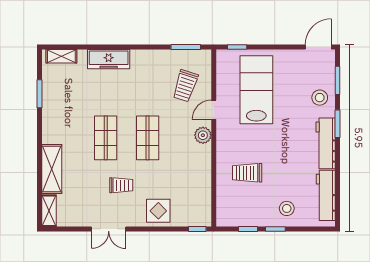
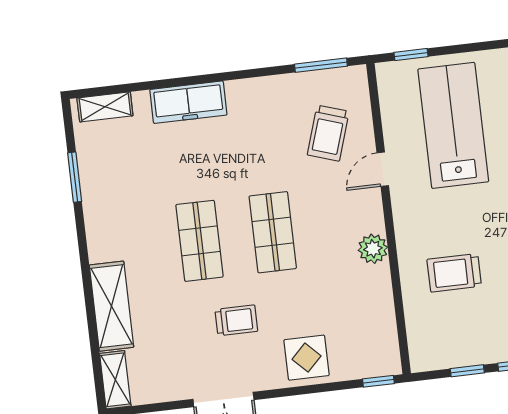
plant: (203, 135) -> (373, 249), moved

